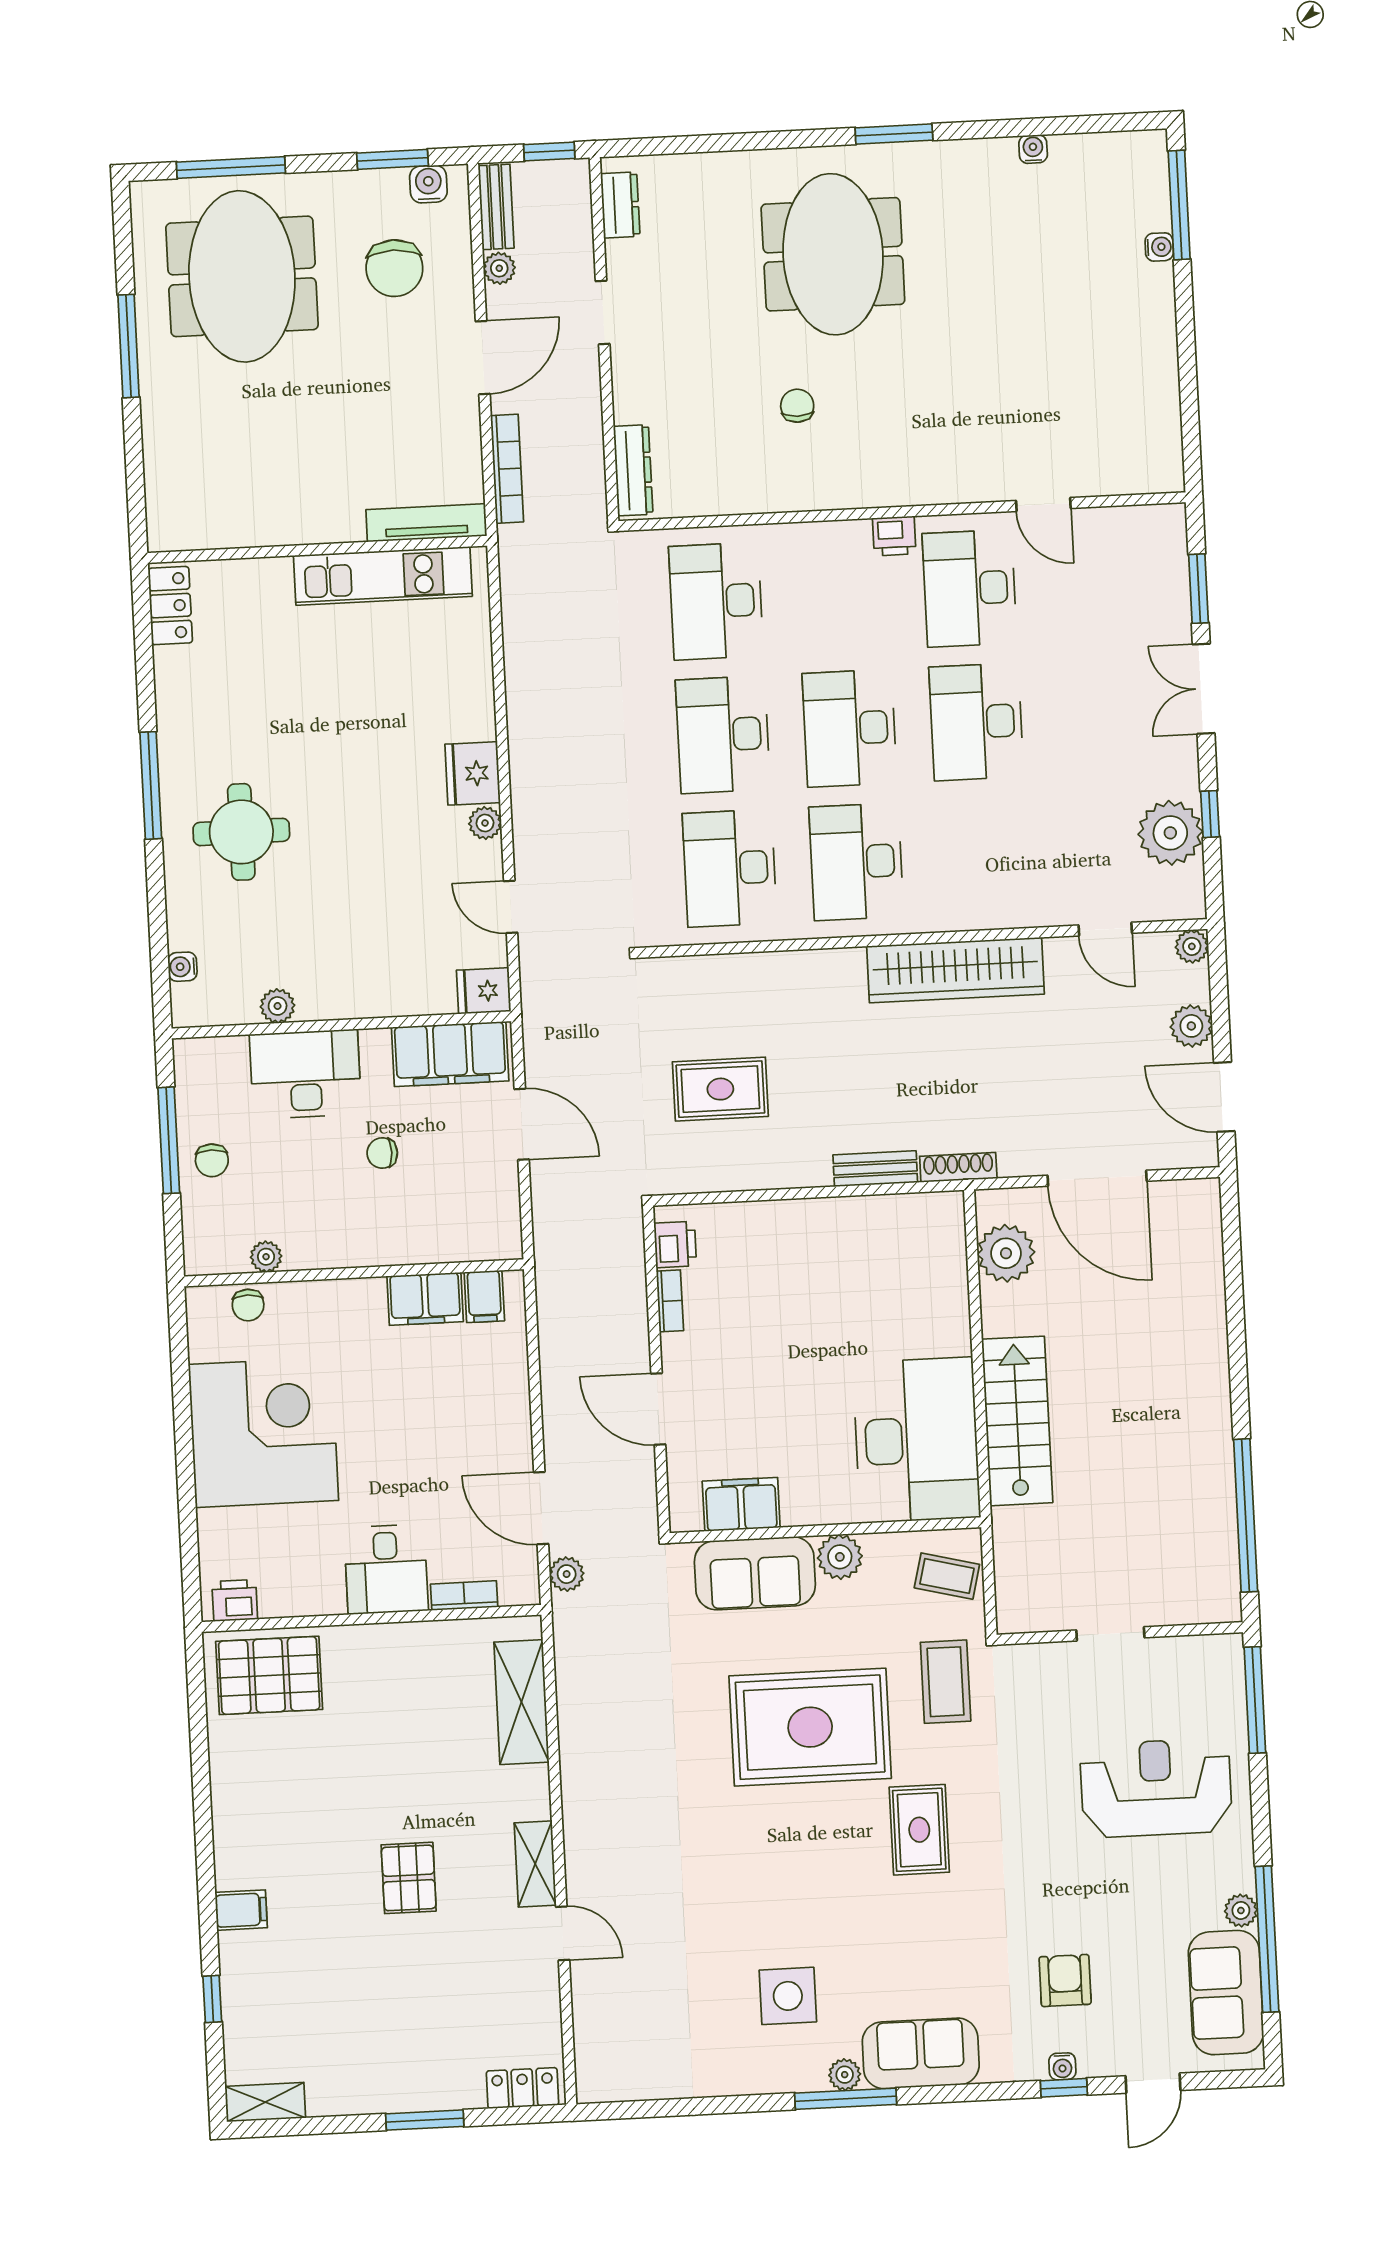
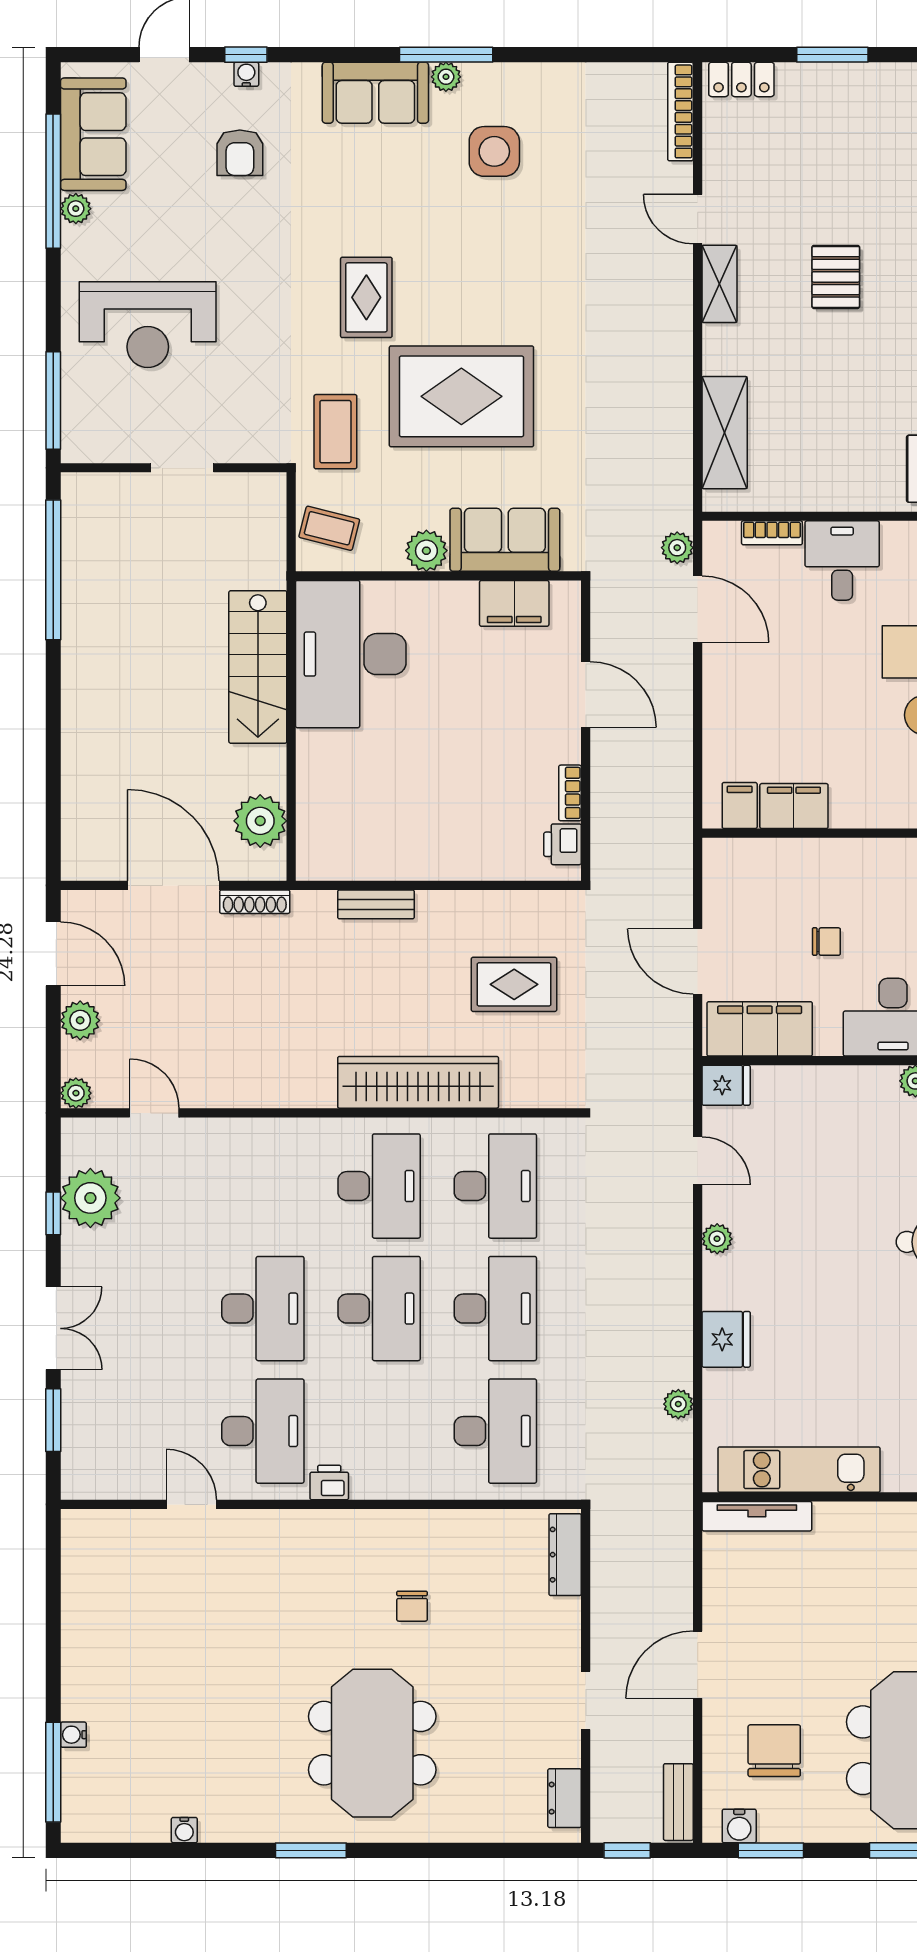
plant: (499, 268) -> (678, 1404), moved
bookcase: (507, 469) -> (680, 111), moved
fridge: (473, 773) -> (726, 1339), moved
wardrobe: (955, 970) -> (418, 1082), moved
shoe rack: (958, 1167) -> (255, 902), moved

